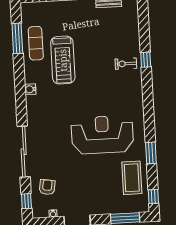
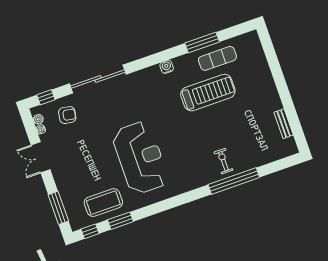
window: (17, 38) -> (202, 42), moved
treadmill: (63, 60) -> (208, 93), turned 180
window: (146, 60) -> (234, 181), width x3.17
window: (151, 153) -> (120, 221), moved
plant: (44, 213) -> (38, 119), added

